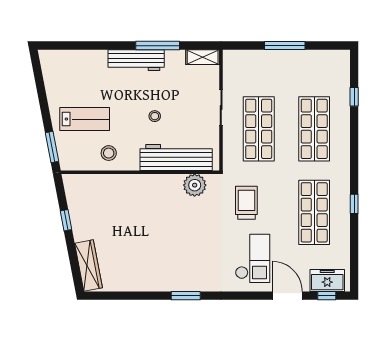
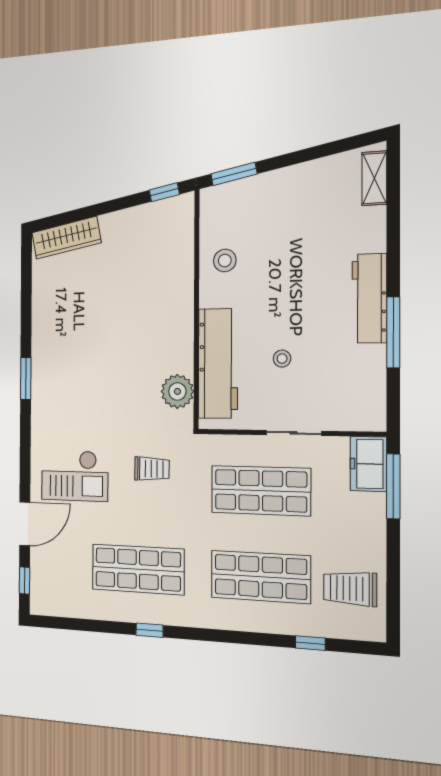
window: (285, 46) -> (393, 486), moved
shelving: (203, 57) -> (374, 178), moved
trolley: (318, 72) -> (350, 588), added
stool: (155, 116) -> (282, 359), moved
lab bench: (85, 119) -> (276, 221), removed
trolley: (246, 203) -> (152, 469), width x0.73, depth x0.72
window: (66, 220) -> (164, 192), moved
freezer: (327, 281) -> (368, 464), moved, turned 180

